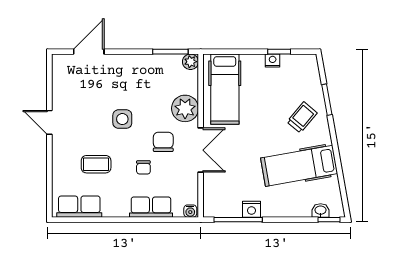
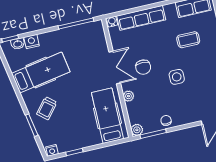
nightstand: (273, 60) -> (52, 150), moved
plant: (185, 108) -> (128, 96), width x0.53, depth x0.53
double door: (201, 150) -> (115, 67), swing flipped
chair: (143, 167) -> (166, 120), moved
row of seats: (151, 207) -> (141, 18), width x1.48
nightstand: (251, 209) -> (32, 42), moved

